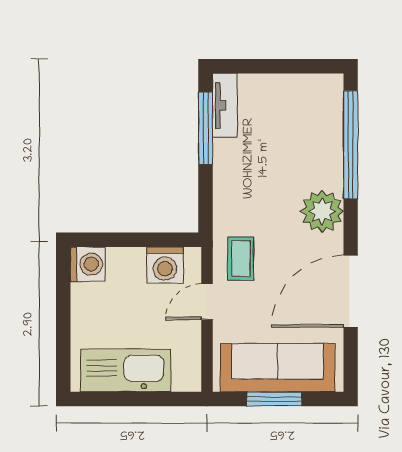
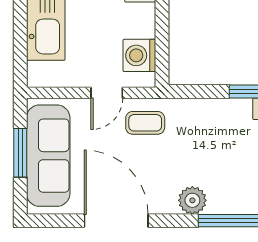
plant: (322, 211) -> (192, 200), width x0.73, depth x0.73
door: (207, 302) -> (107, 93), swing flipped

